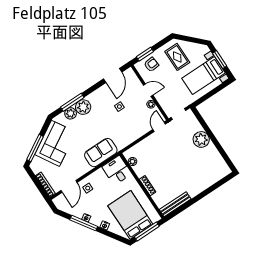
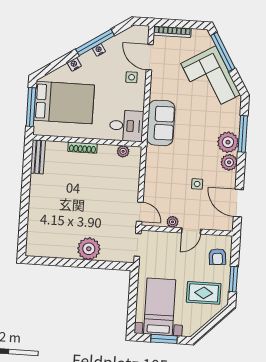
window: (145, 54) -> (233, 279), moved
plant: (71, 113) -> (229, 162), moved
bench: (175, 204) -> (38, 157), width x0.73

